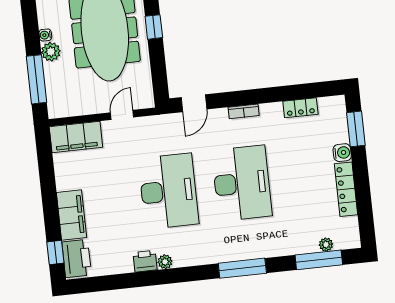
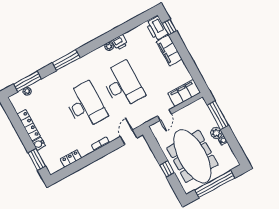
desk: (242, 183) -> (85, 105), turned 180
desk: (169, 191) -> (123, 85), turned 180

